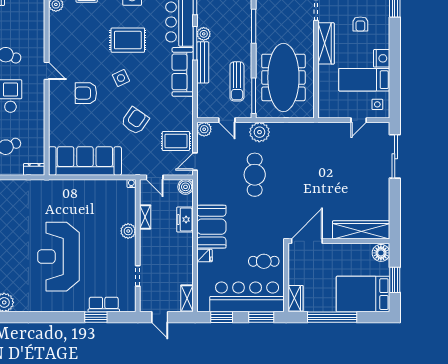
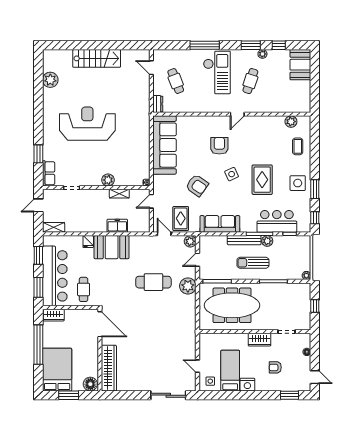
wardrobe: (326, 43) -> (259, 340), width x0.67
sofa: (183, 72) -> (220, 224), moved
sun lounger: (237, 81) -> (253, 263), moved
boiler: (185, 187) -> (144, 226), removed
row of seats: (104, 305) -> (49, 173), moved

